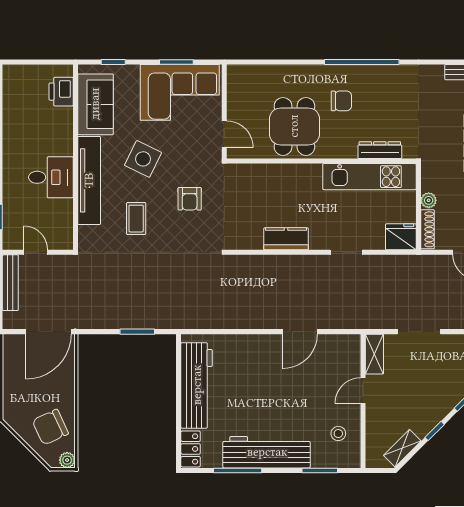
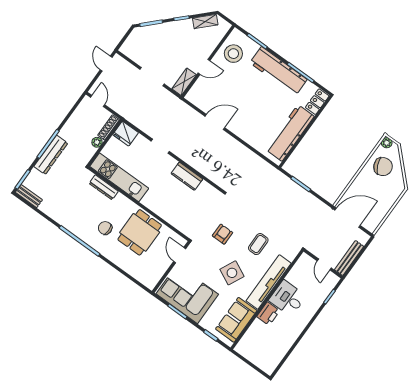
printer: (61, 92) -> (268, 314), moved
stool: (338, 433) -> (233, 54), width x1.89, depth x1.89

